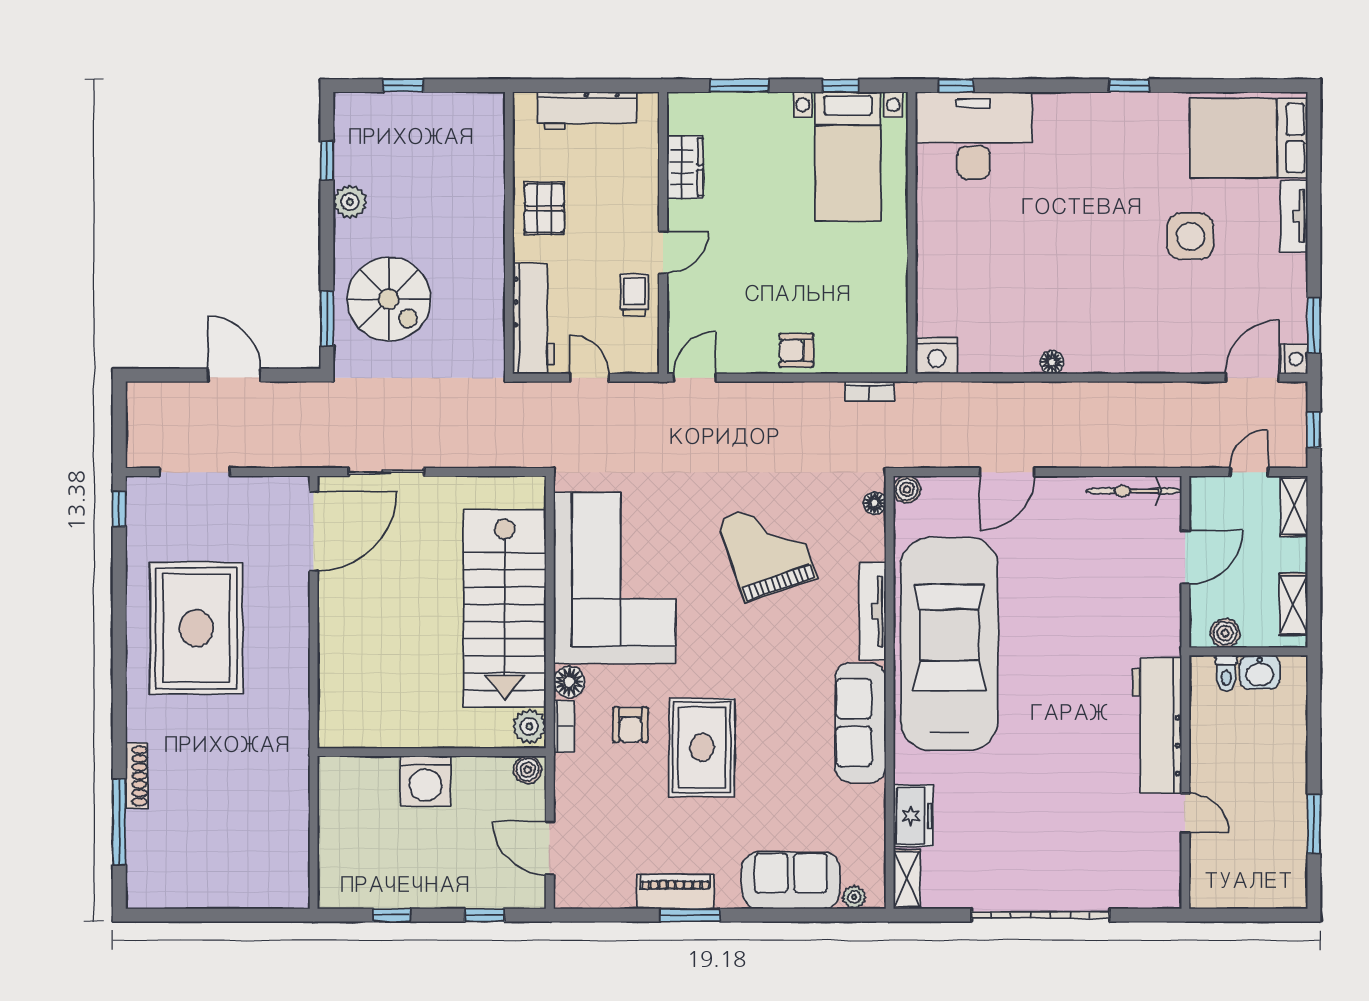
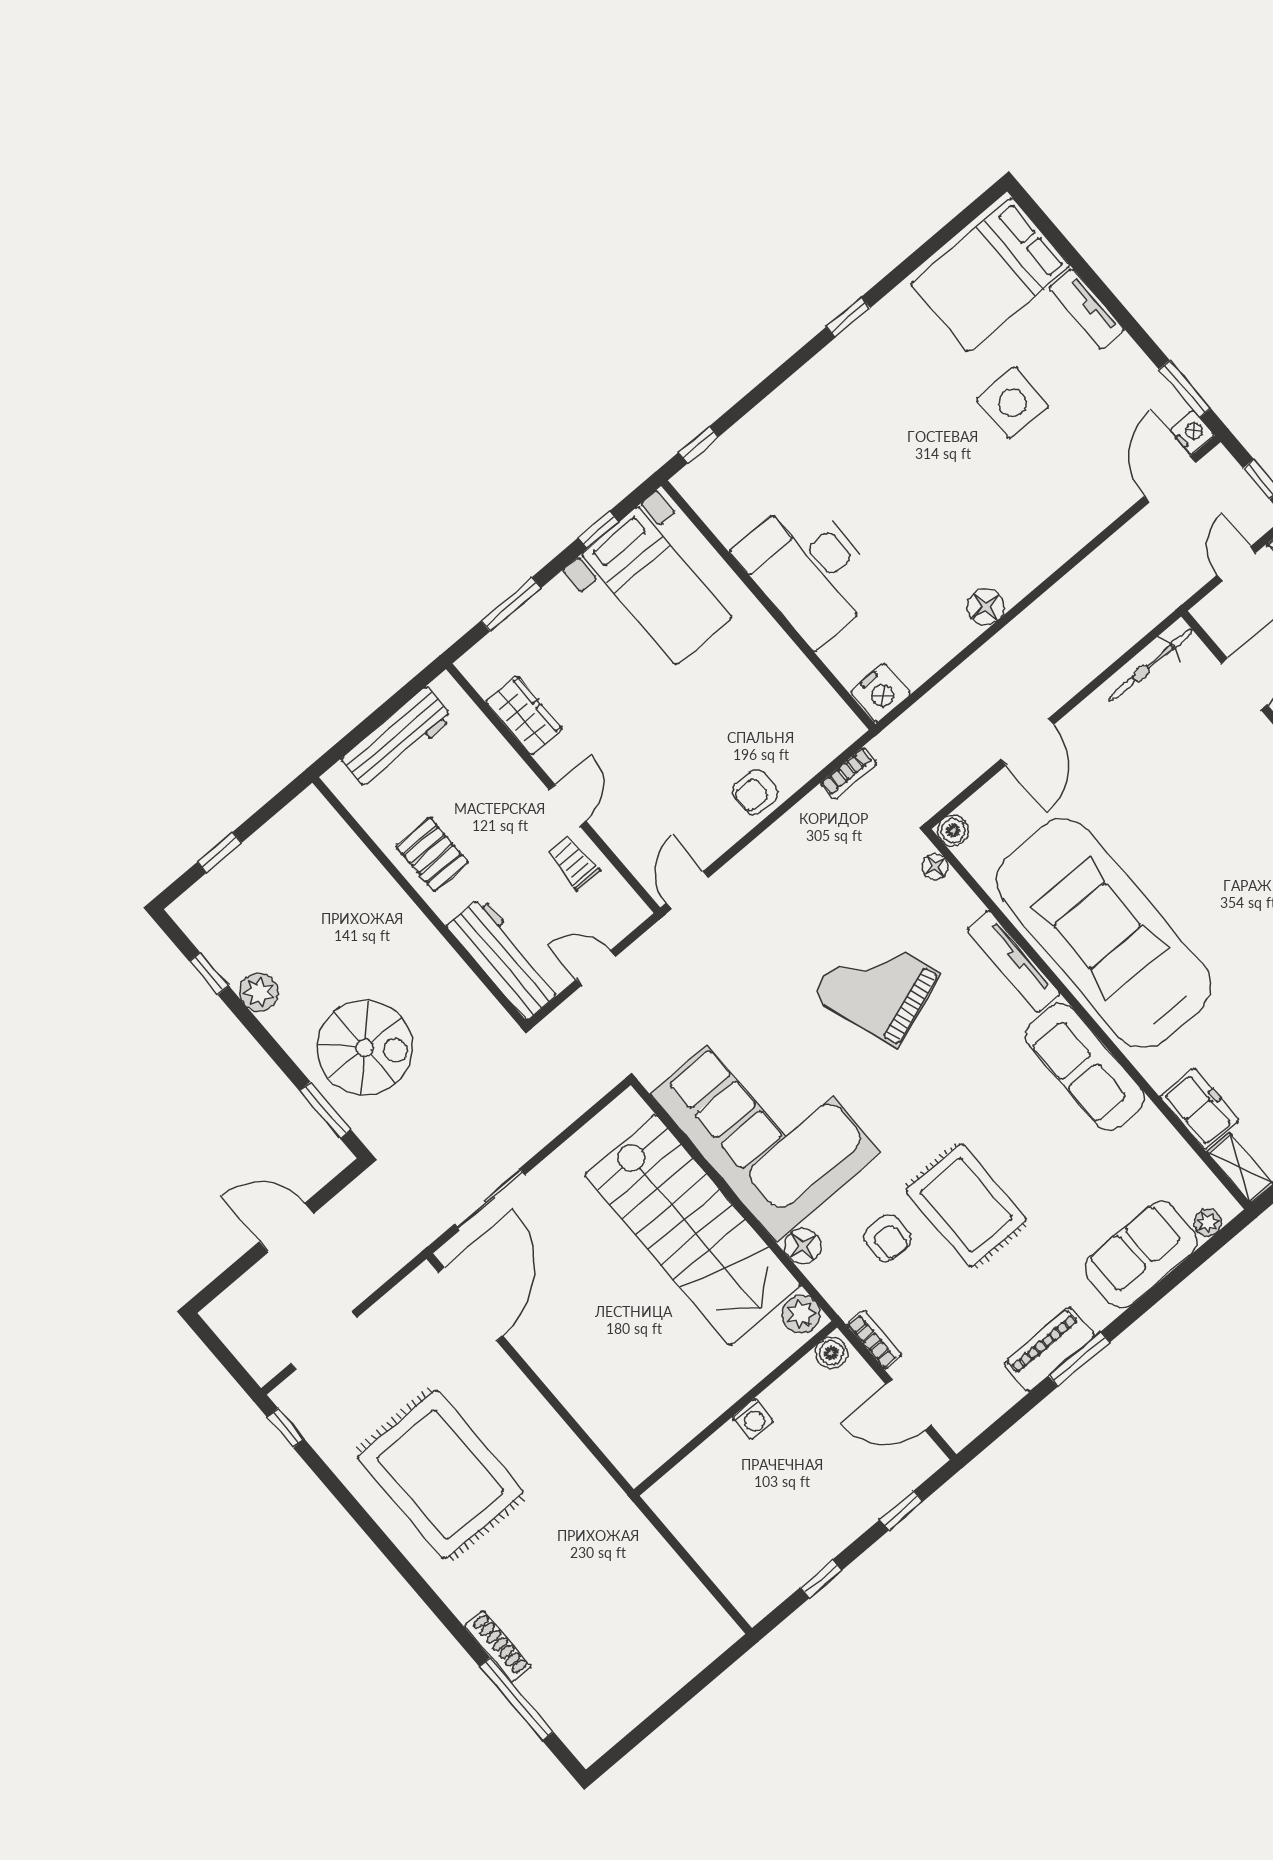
desk: (974, 135) -> (809, 570), moved, turned -90
floor lamp: (1052, 362) -> (986, 607), width x1.37, depth x1.37
bookcase: (564, 726) -> (874, 1340), moved
washing machine: (425, 781) -> (753, 1419), width x0.53, depth x0.53

